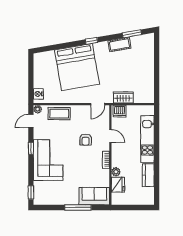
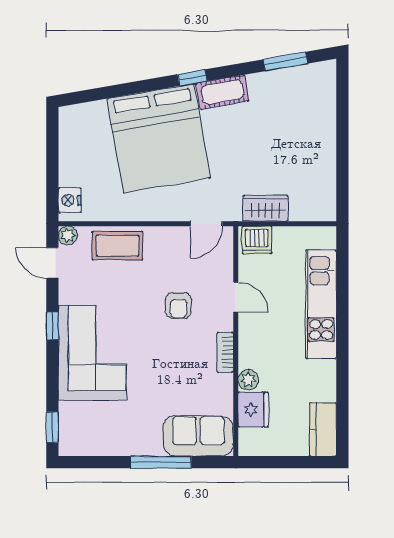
cot: (119, 44) -> (222, 92), moved
door: (31, 121) -> (52, 263), hinge flipped
kitchen counter: (148, 175) -> (323, 429), moved

